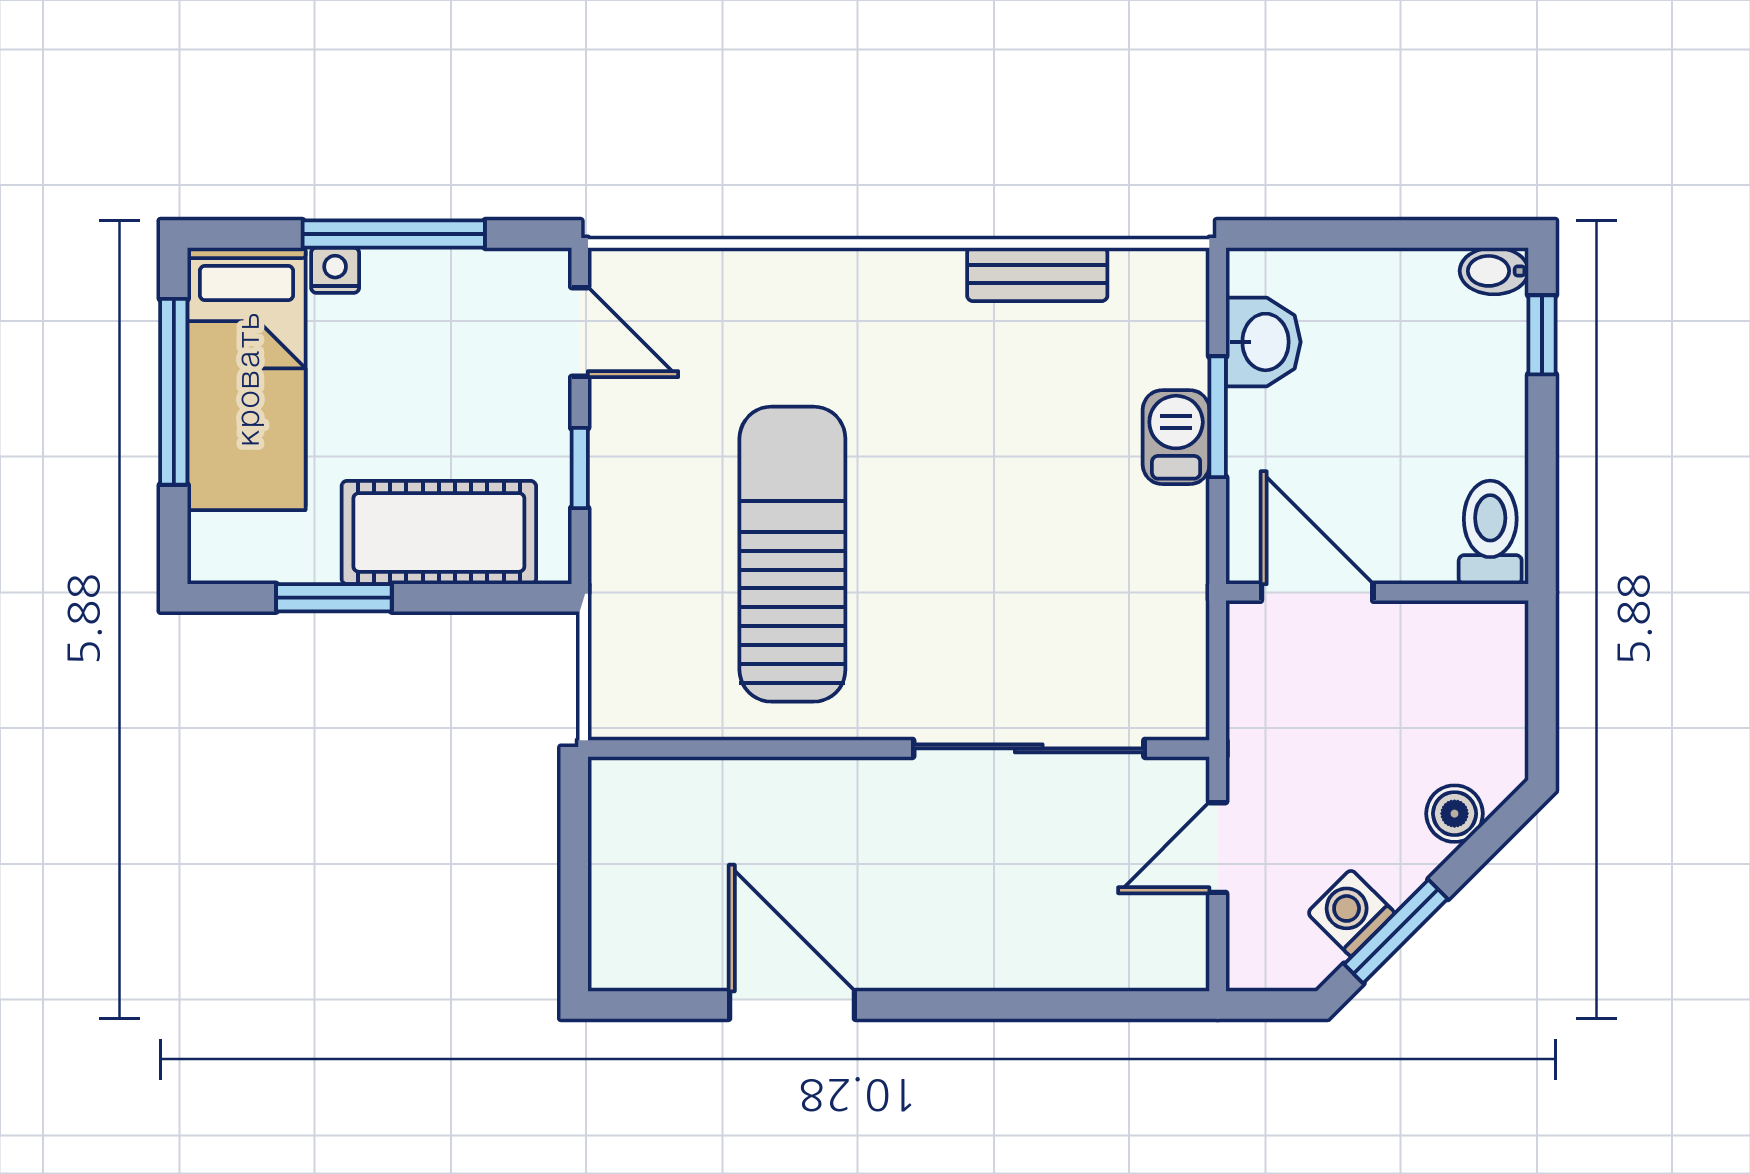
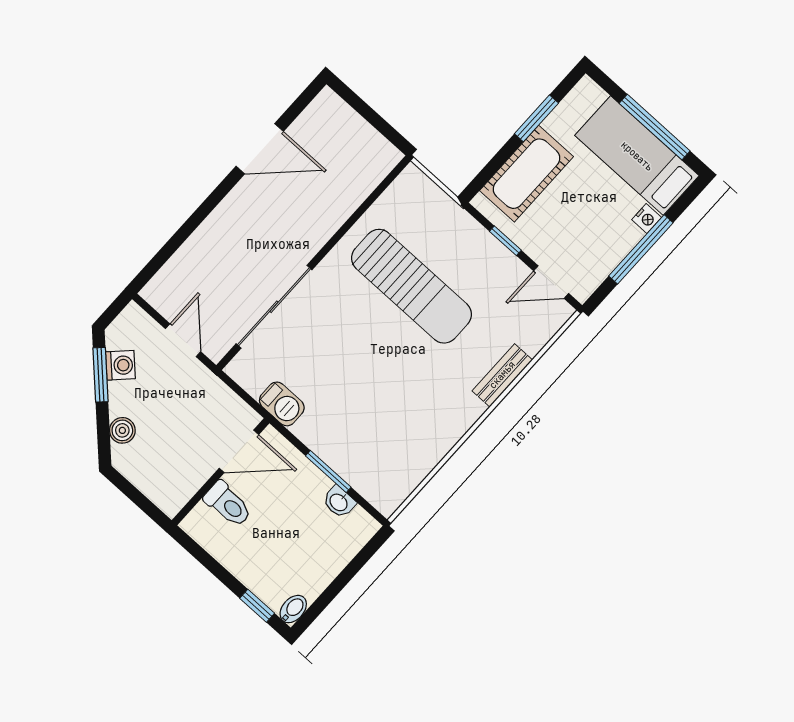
bench: (1037, 274) -> (502, 375), moved
washbasin: (1263, 342) -> (339, 502), width x0.72, depth x0.69
barbecue: (1176, 437) -> (282, 404), moved
toilet: (1490, 532) -> (228, 504), moved

